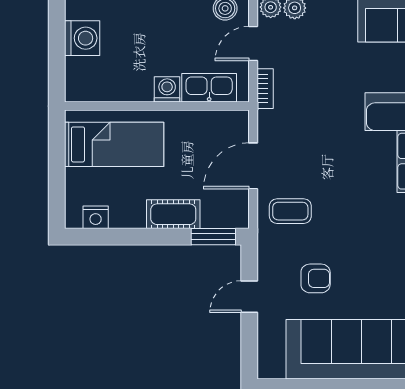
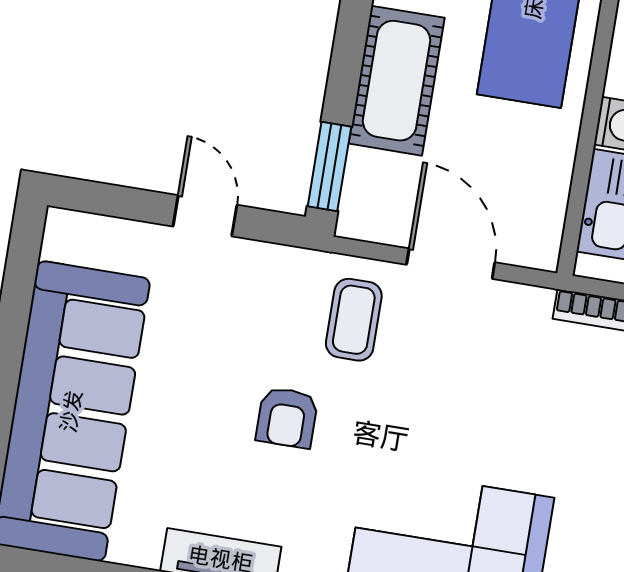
cot: (173, 214) -> (397, 81), width x1.37, depth x1.34
armchair: (316, 278) -> (287, 418), moved

